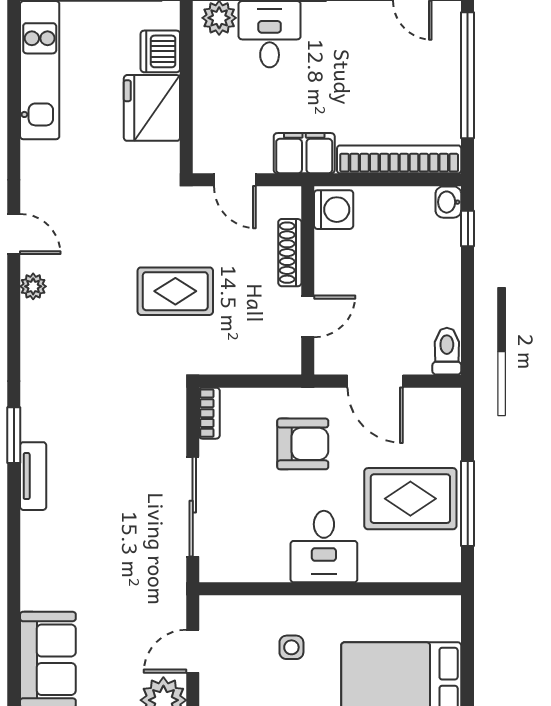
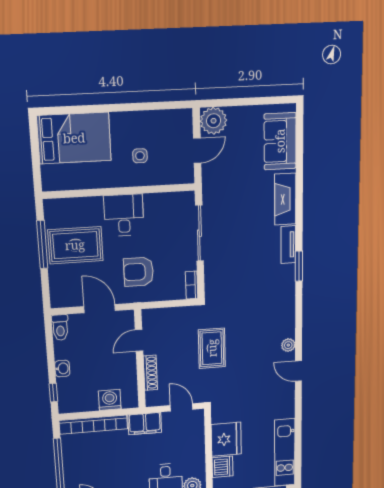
washbasin: (448, 202) -> (62, 368), moved
washing machine: (334, 210) -> (110, 400), moved, turned 90
rug: (175, 291) -> (212, 348), turned 90
fireplace: (39, 558) -> (285, 199), added

